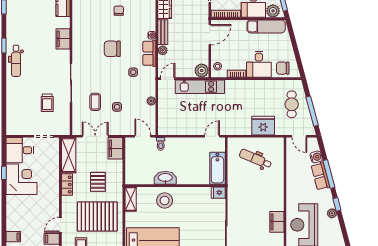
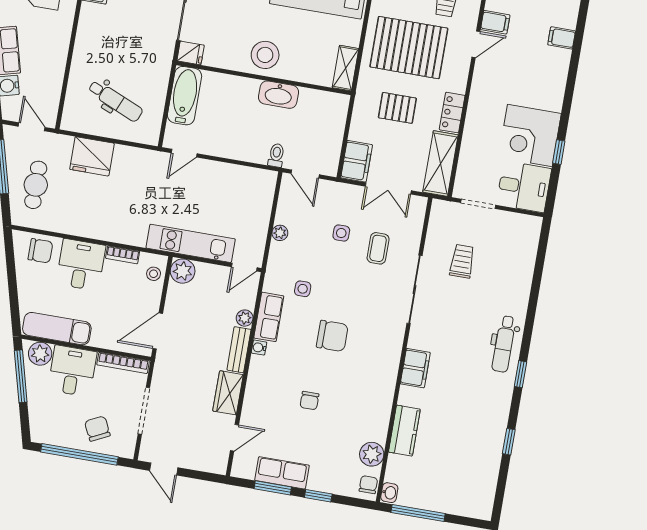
dental chair: (16, 61) -> (504, 344), turned 180
pallet: (98, 182) -> (397, 108), turned 90
stool: (165, 200) -> (265, 55), moved

